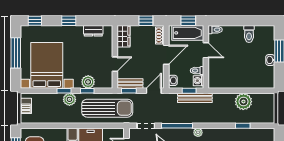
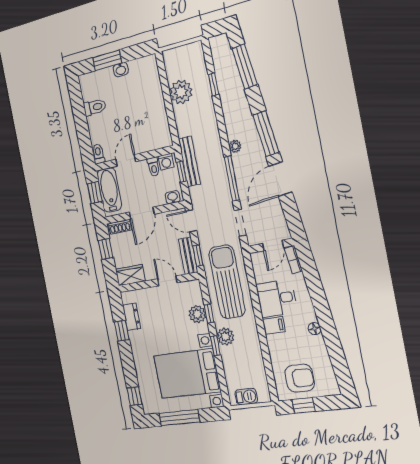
window: (69, 21) -> (122, 331), moved
door: (166, 55) -> (142, 213), swing flipped

